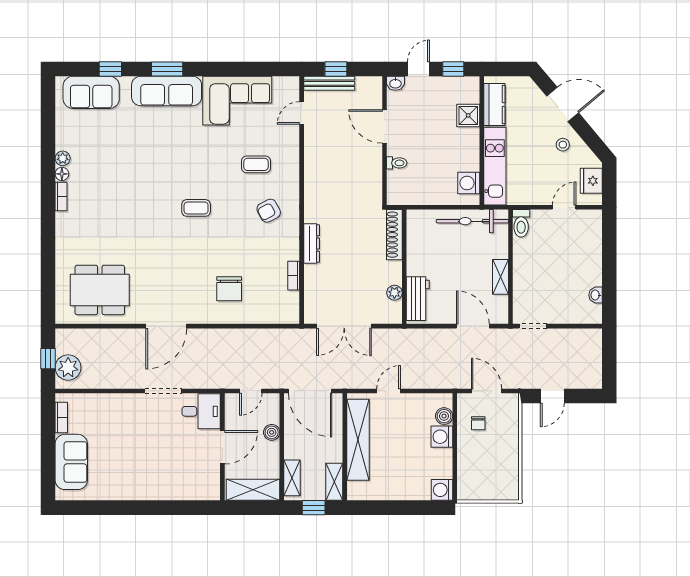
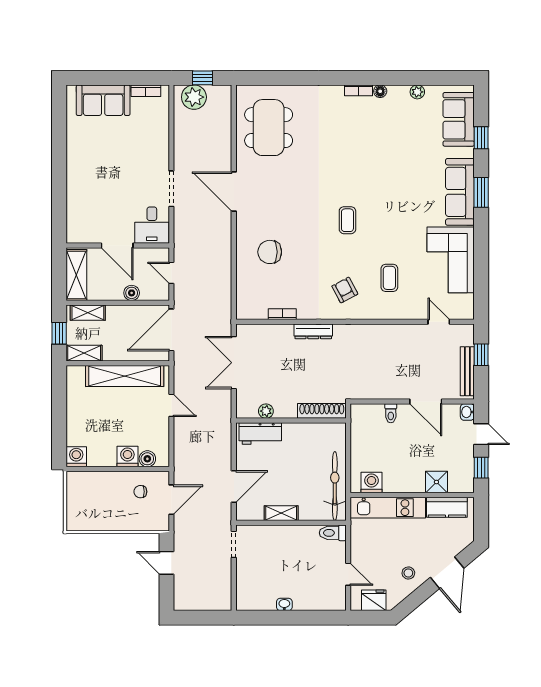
bench: (329, 83) -> (467, 371), moved
door: (384, 126) -> (426, 401), swing flipped
plant: (63, 158) -> (417, 92), moved
washbasin: (595, 295) -> (284, 604), moved

